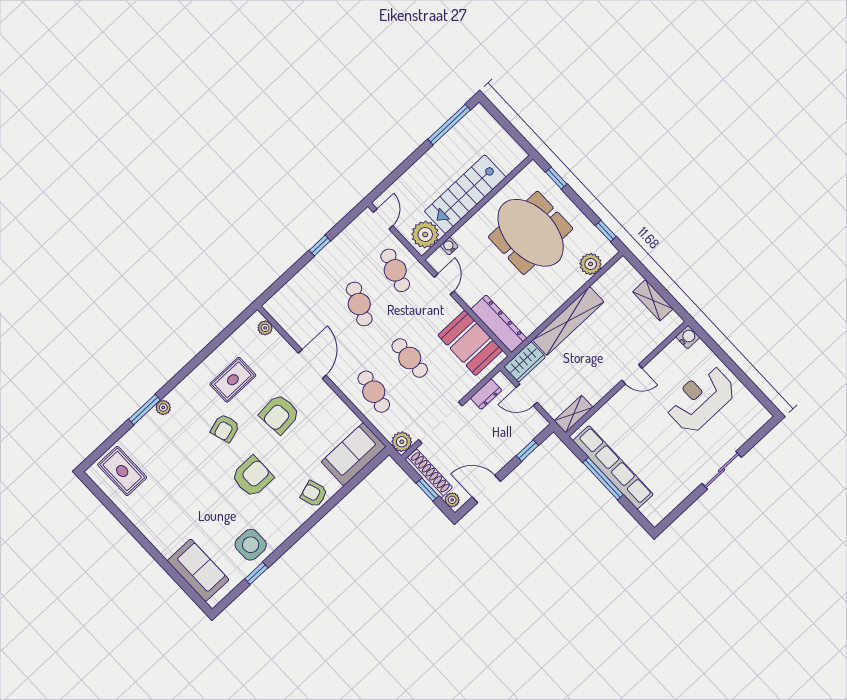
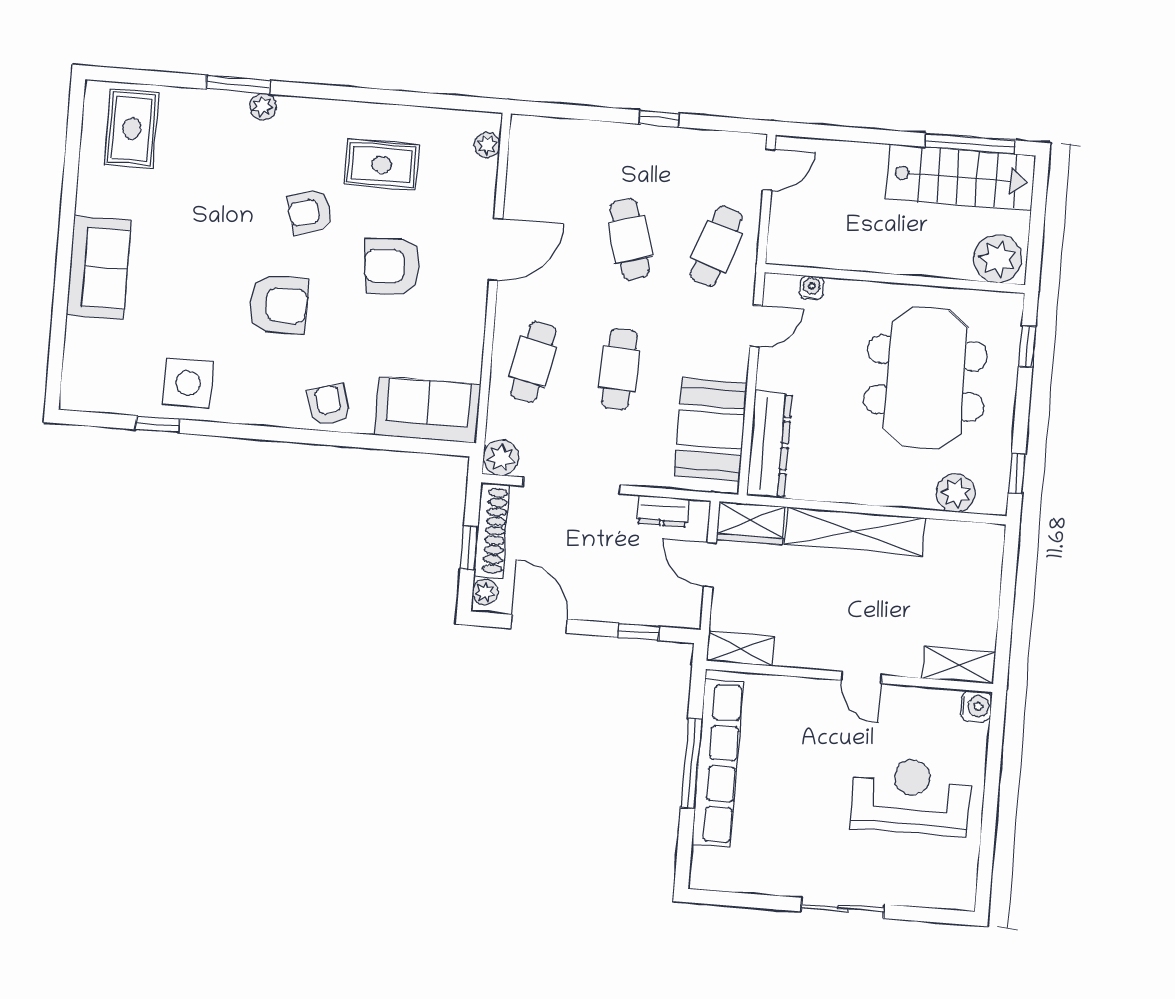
stairs: (465, 194) -> (960, 177), moved, turned 180
plant: (425, 234) -> (998, 259), moved
shelving: (653, 300) -> (959, 665), moved, turned 90
cafe table: (359, 304) -> (630, 239), turned -39
sofa: (198, 570) -> (99, 268), moved

